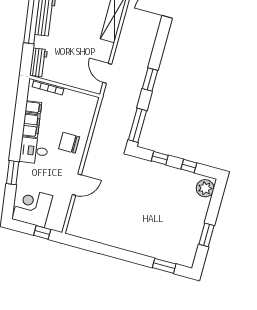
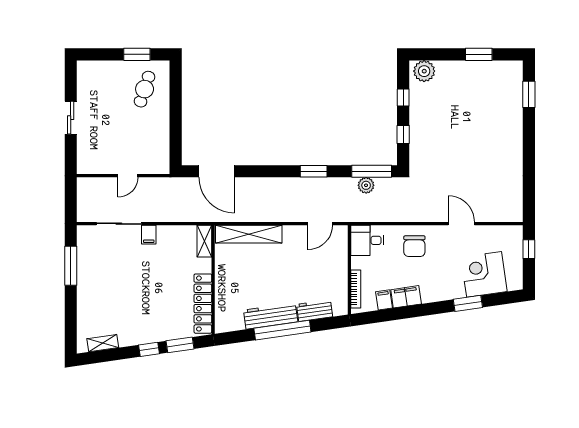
workbench: (38, 62) -> (315, 311), moved
plant: (128, 118) -> (366, 185), added
desk: (34, 151) -> (367, 240), moved, turned 98
corner desk: (32, 207) -> (484, 274), moved, turned 82

